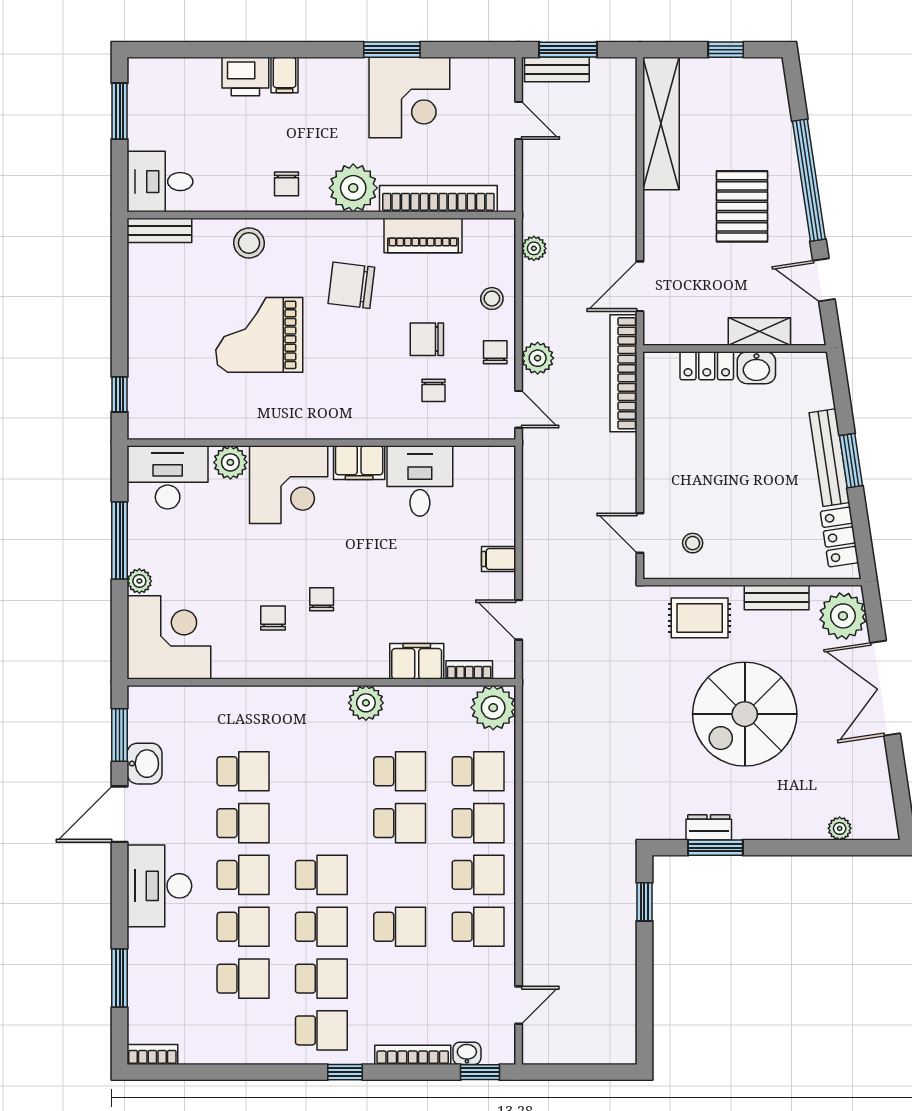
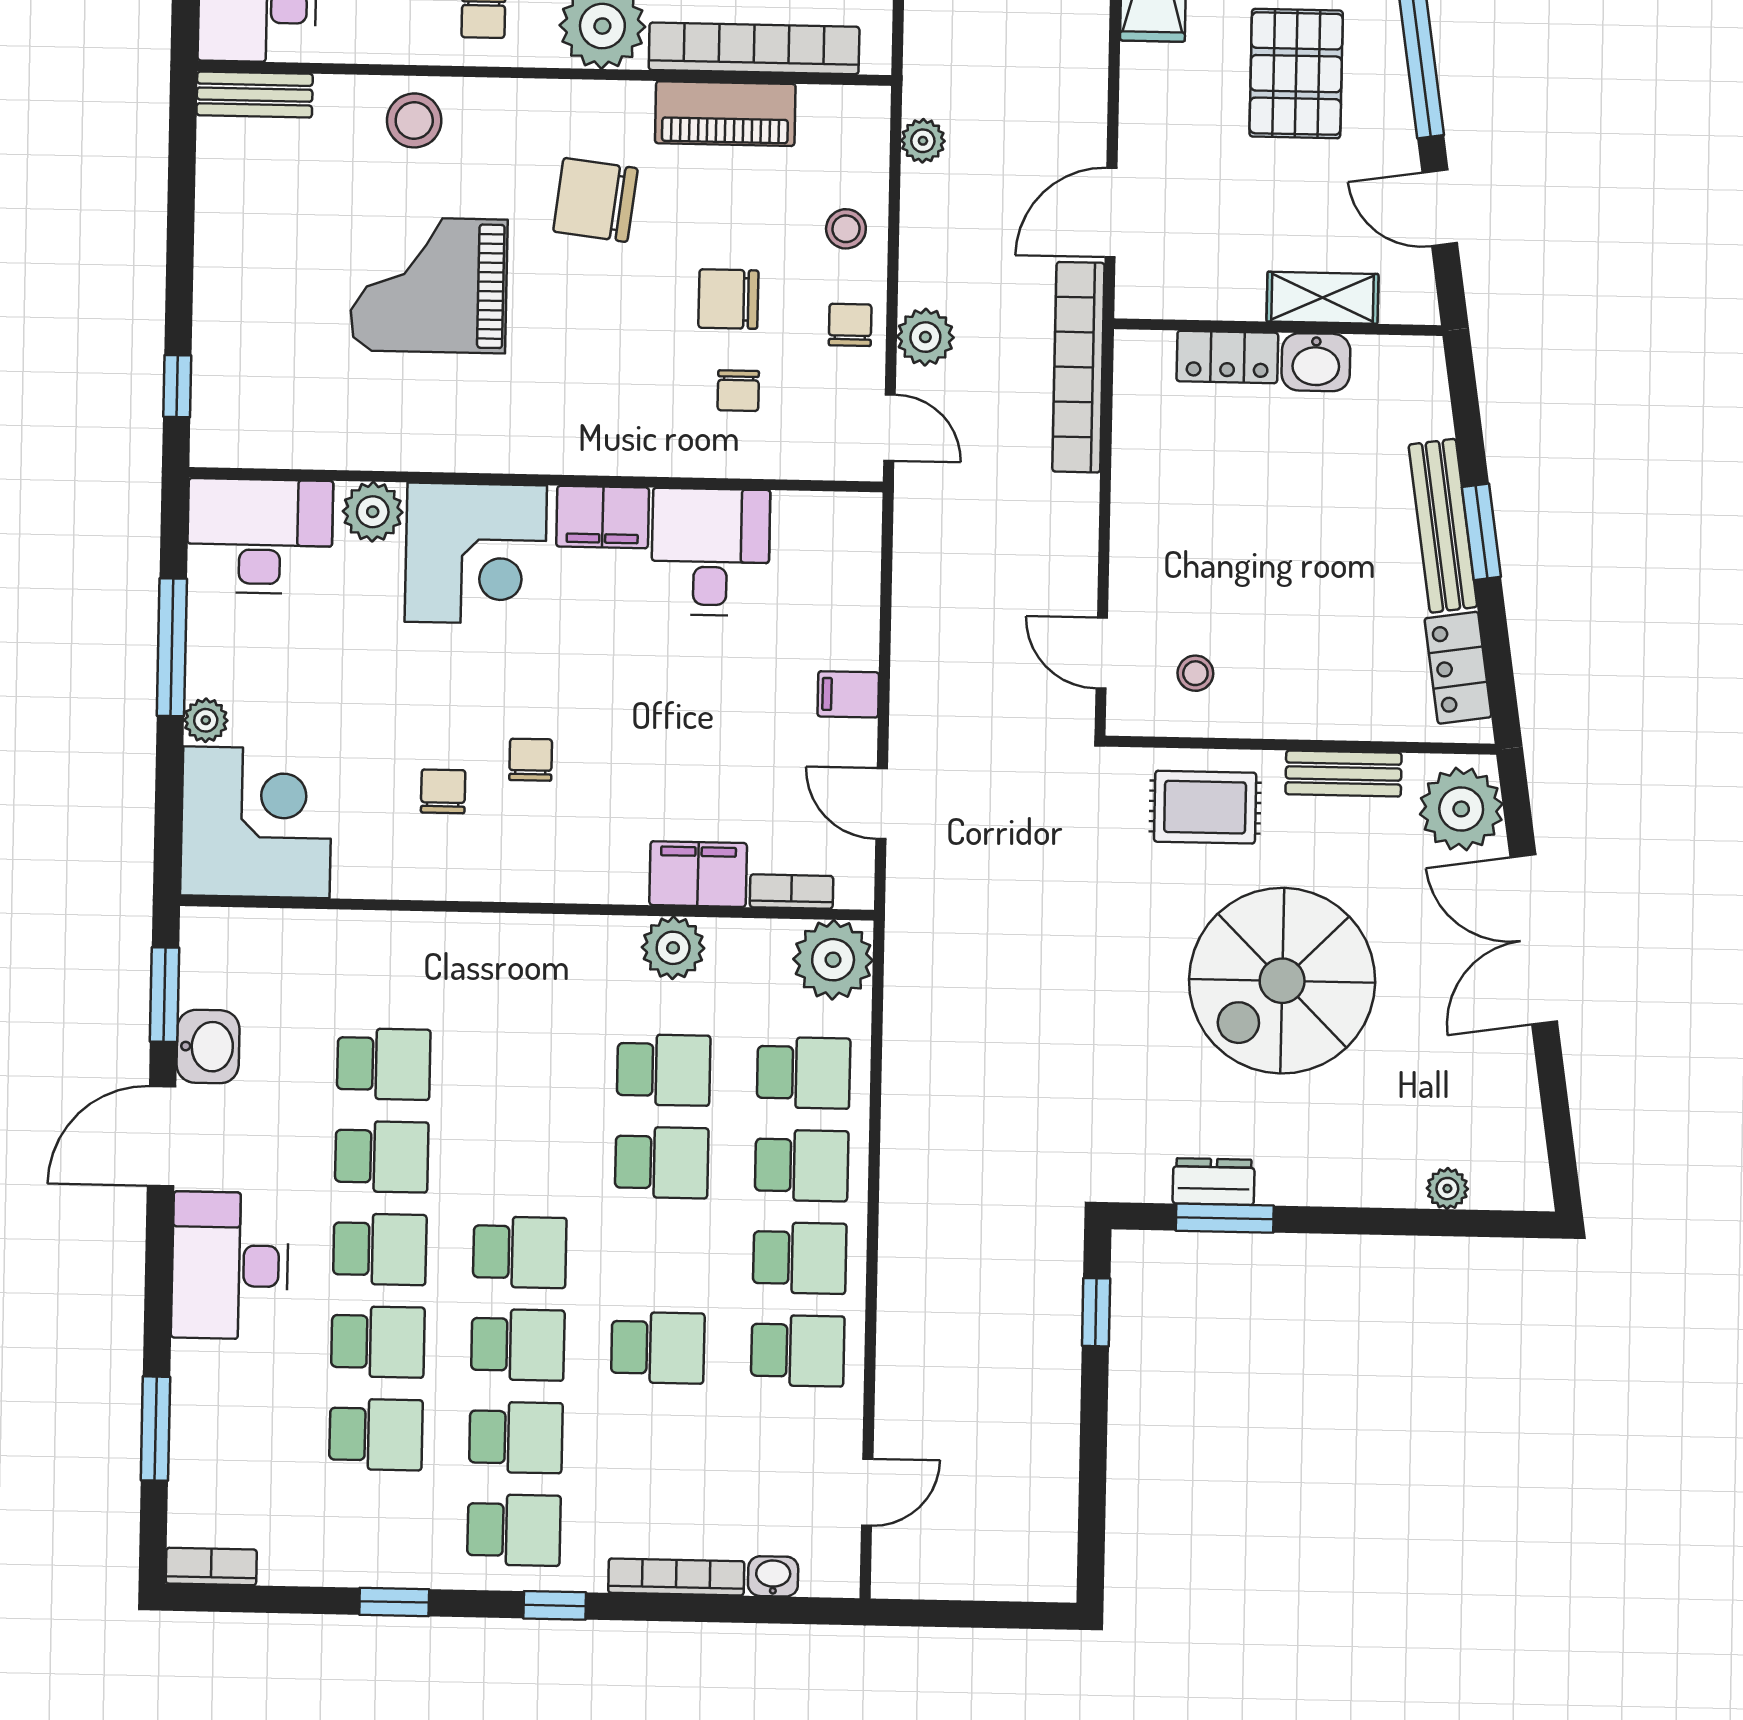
plant: (366, 703) -> (673, 948), moved
window: (480, 1072) -> (394, 1602), moved

